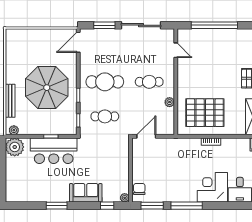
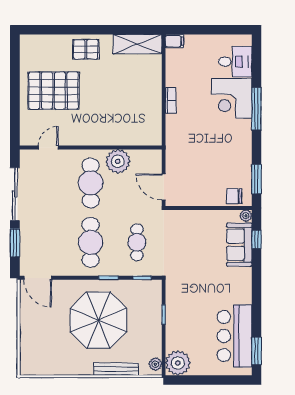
window: (214, 25) -> (15, 96), removed
cafe table: (149, 82) -> (91, 183), width x1.37, depth x1.35
plant: (170, 102) -> (118, 161), width x1.87, depth x1.87
pallet: (205, 113) -> (53, 91), moved, turned 90
bar counter: (54, 151) -> (235, 336), moved, turned 180
sofa: (86, 193) -> (239, 245), moved
window: (57, 206) -> (256, 351), moved
window: (187, 206) -> (256, 109), moved

